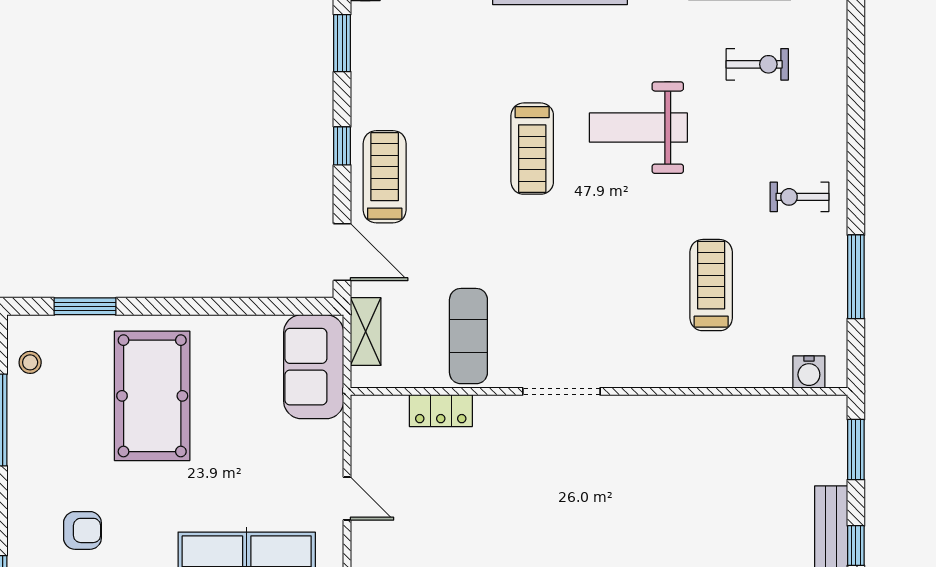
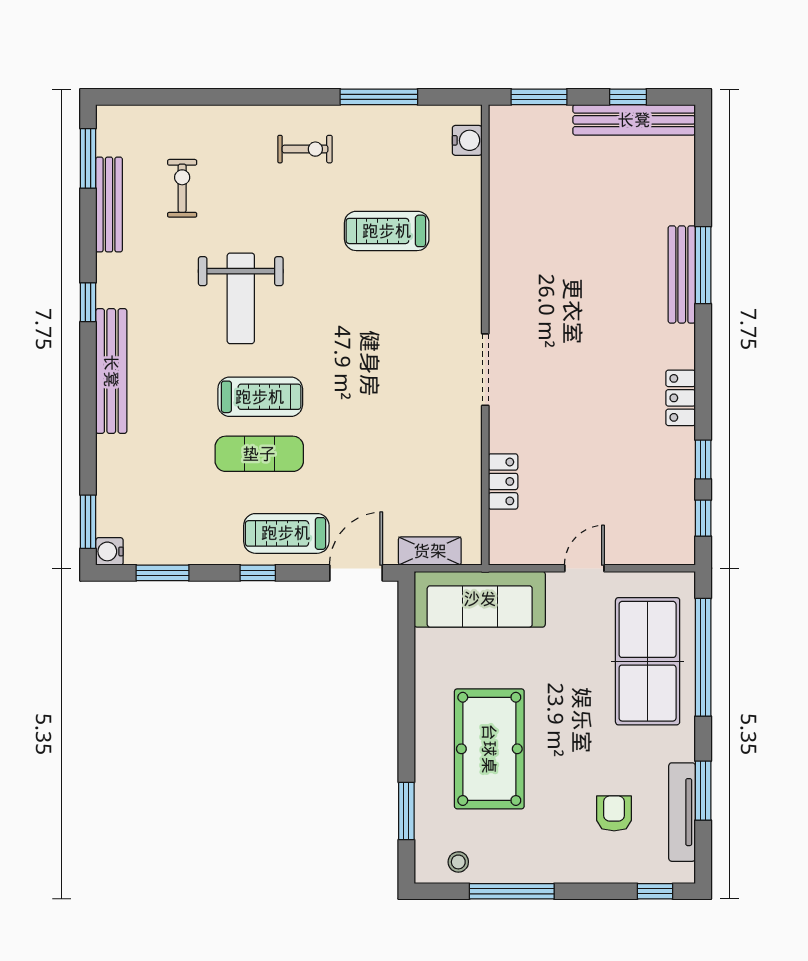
exercise bike: (800, 197) -> (305, 149), turned -90
exercise mat: (468, 336) -> (259, 454), moved
sofa: (314, 367) -> (480, 599), width x1.36
pool table: (152, 396) -> (489, 749), turned 90

